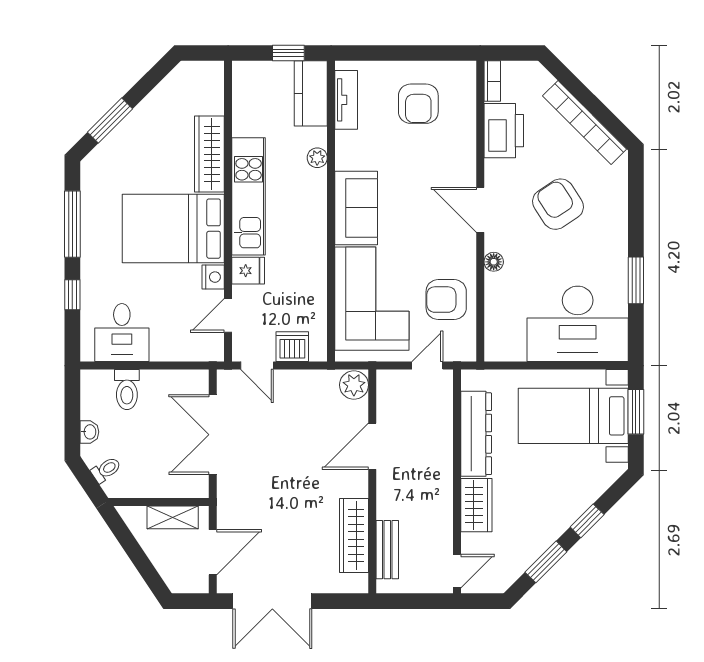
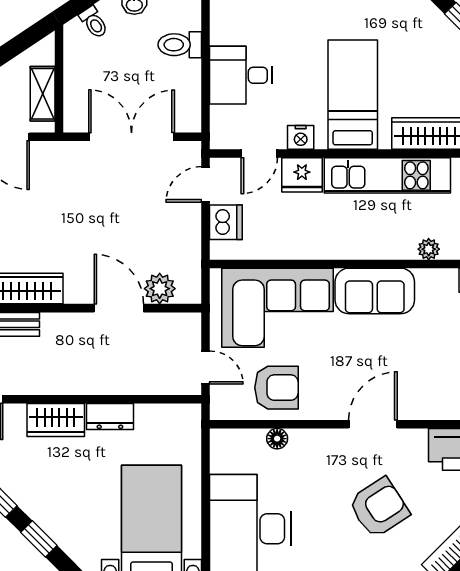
bed: (173, 229) -> (353, 95), width x0.67
floor lamp: (494, 262) -> (277, 439), moved
fridge: (248, 271) -> (302, 175), width x1.38
armchair: (446, 300) -> (276, 388), turned 90
door: (228, 316) -> (259, 153), swing flipped
desk: (122, 333) -> (241, 75), moved
plant: (354, 385) -> (160, 289), moved
dresser: (476, 434) -> (110, 417), width x0.51, depth x0.80

